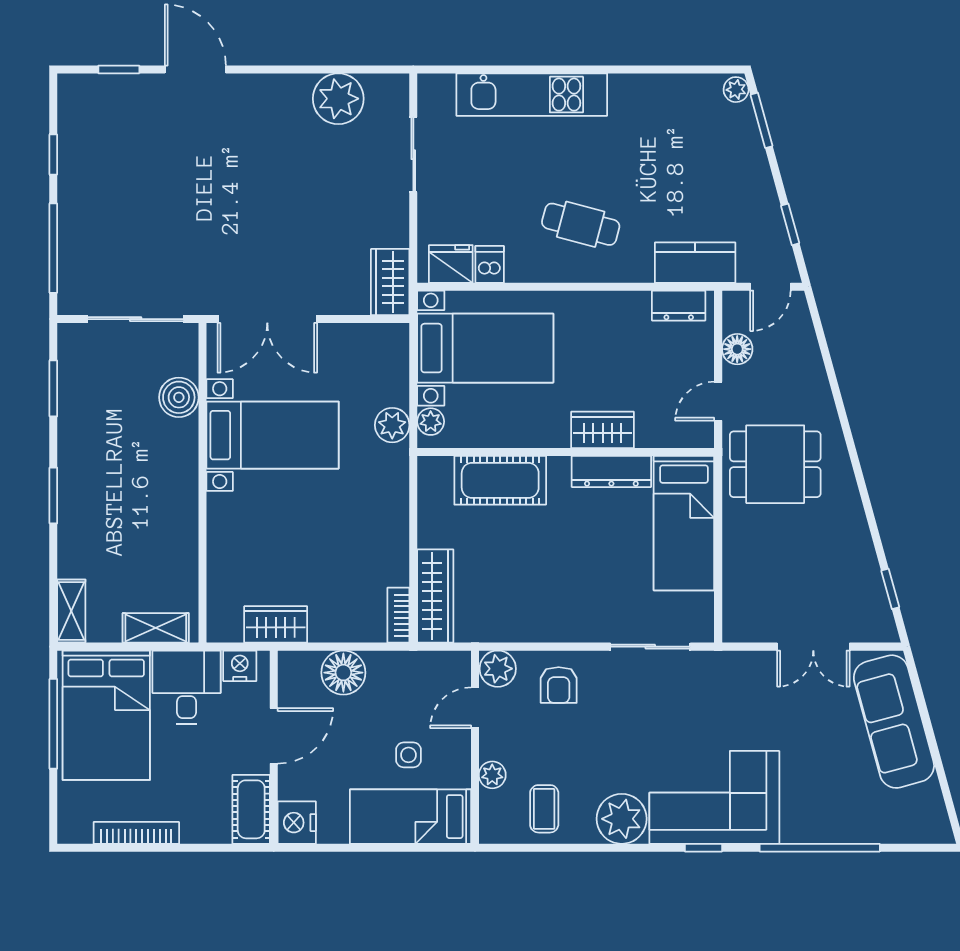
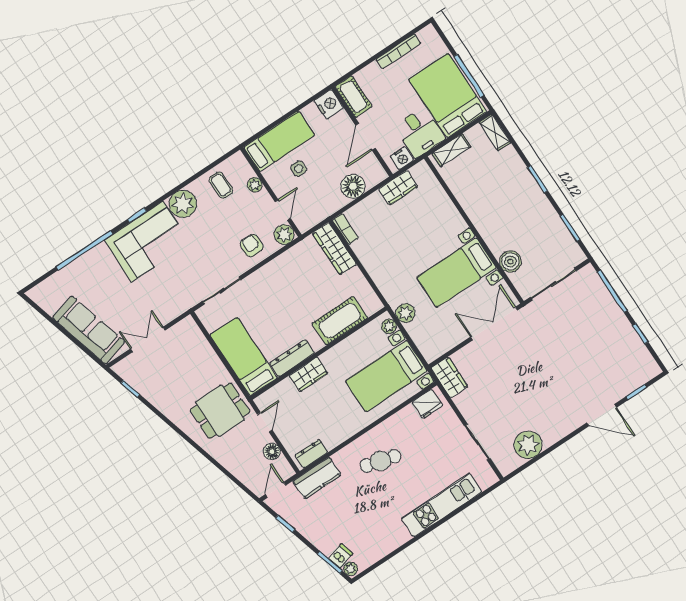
dishwasher: (490, 264) -> (341, 556), moved, turned -105

